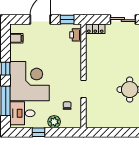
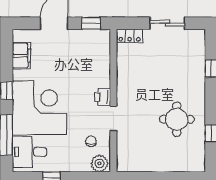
printer: (76, 35) -> (103, 97), moved
filing cabinet: (16, 38) -> (21, 56), width x2.00
plant: (54, 122) -> (100, 163), moved

